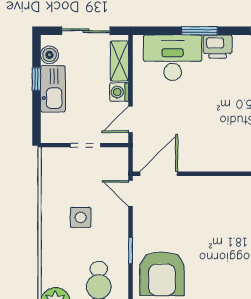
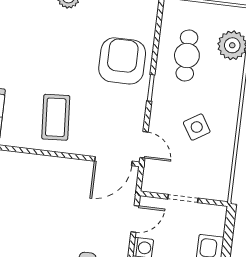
coffee table: (221, 210) -> (56, 117), added
side table: (81, 217) -> (197, 127), turned -32

